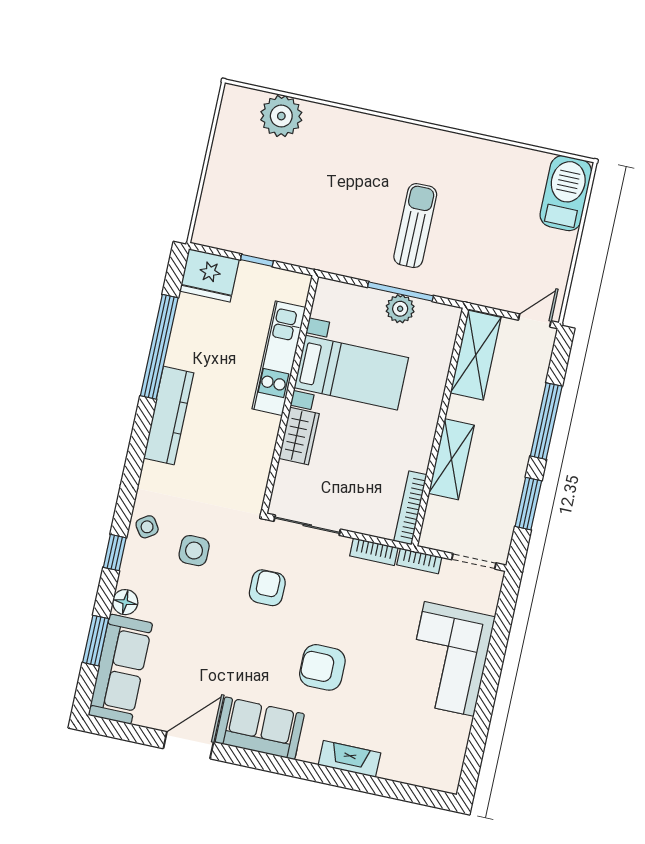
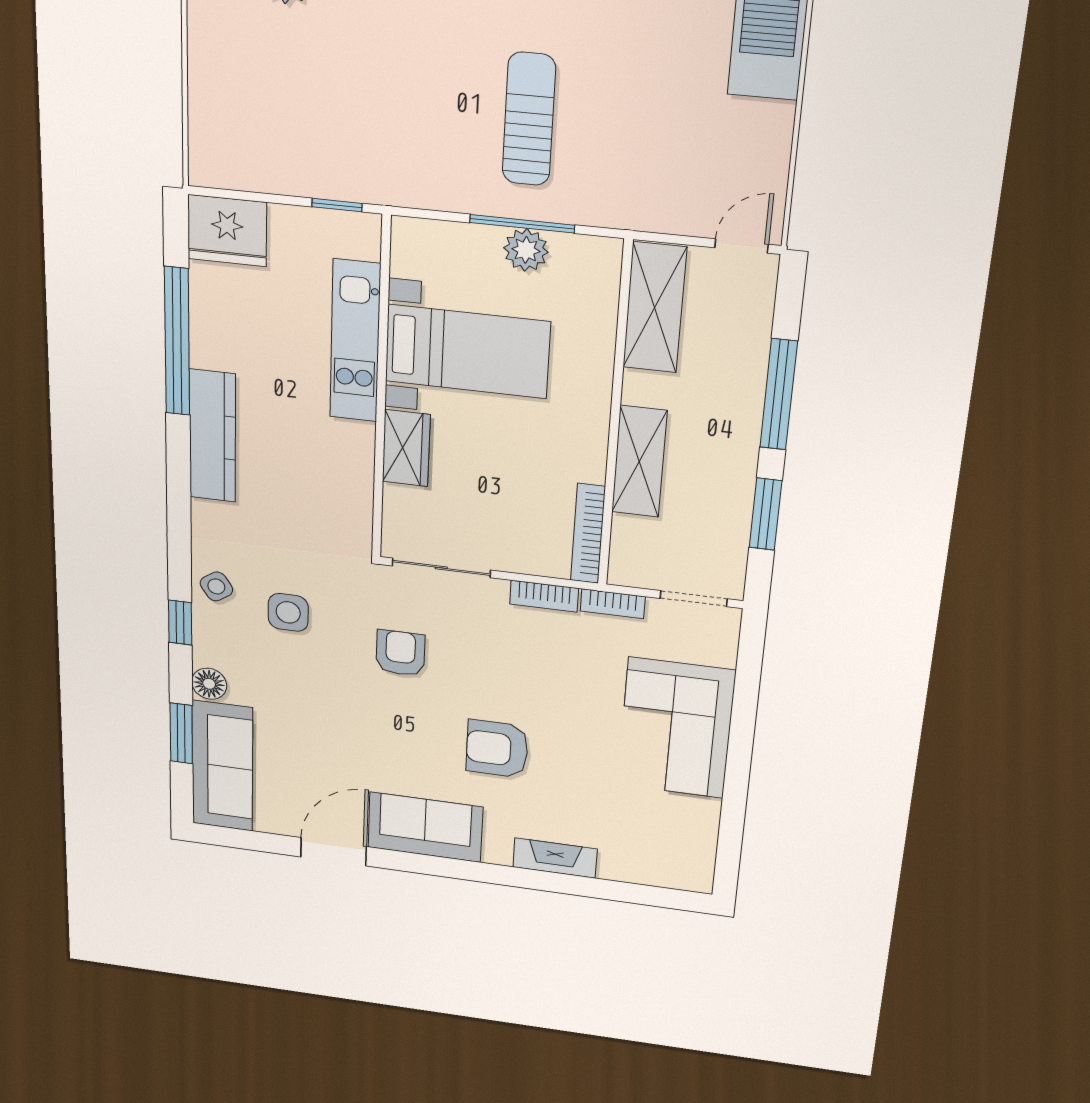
window: (257, 260) -> (337, 205), moved

